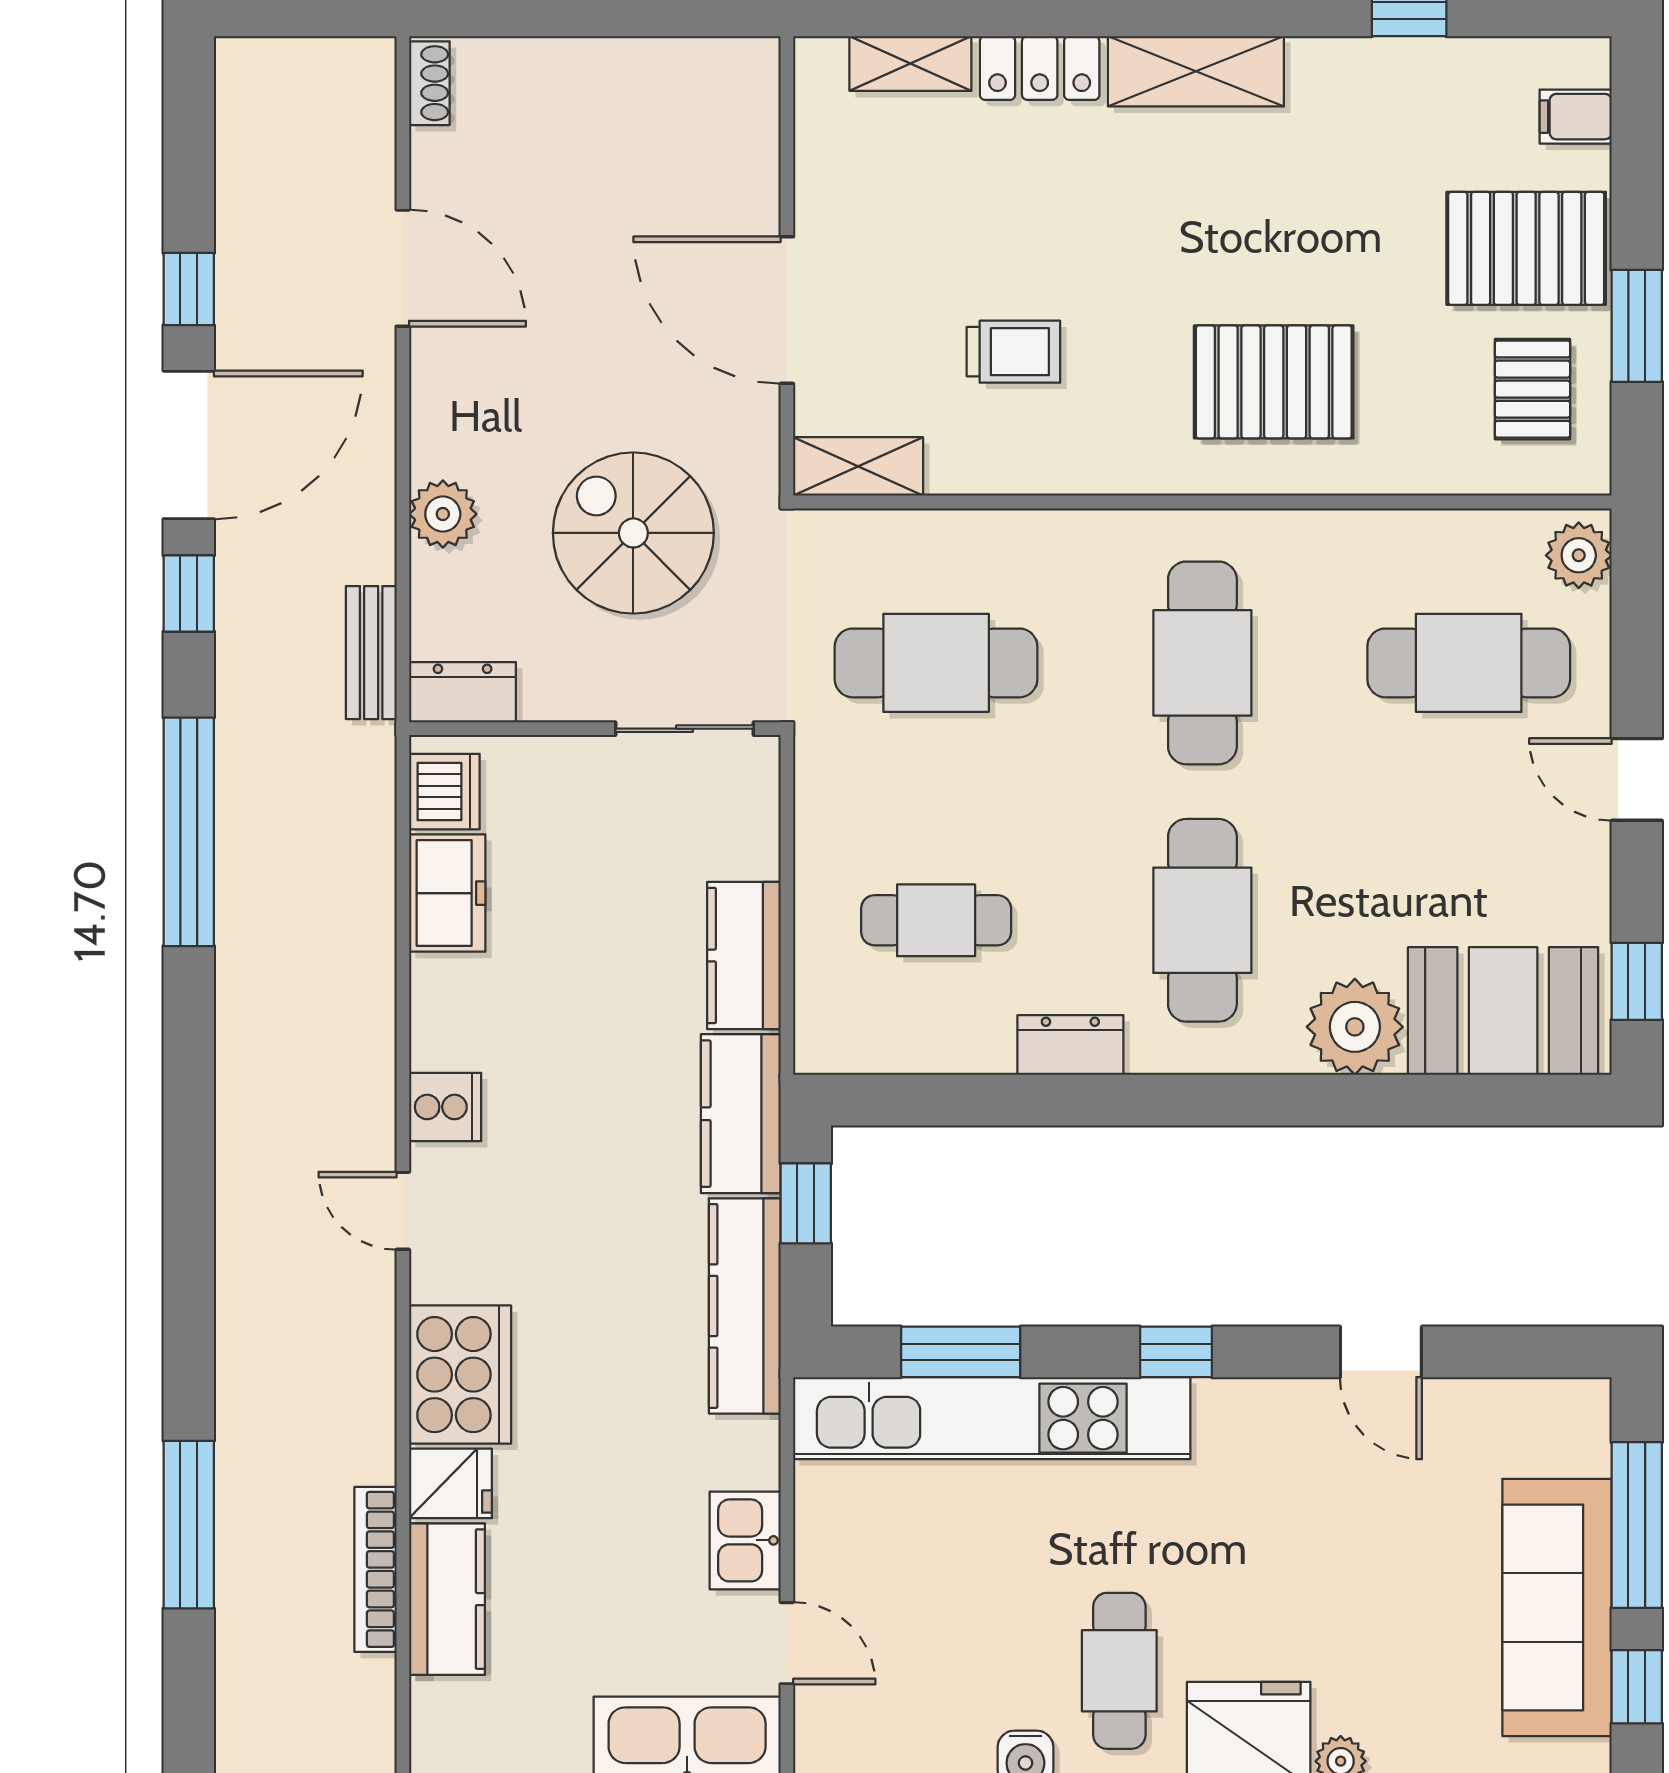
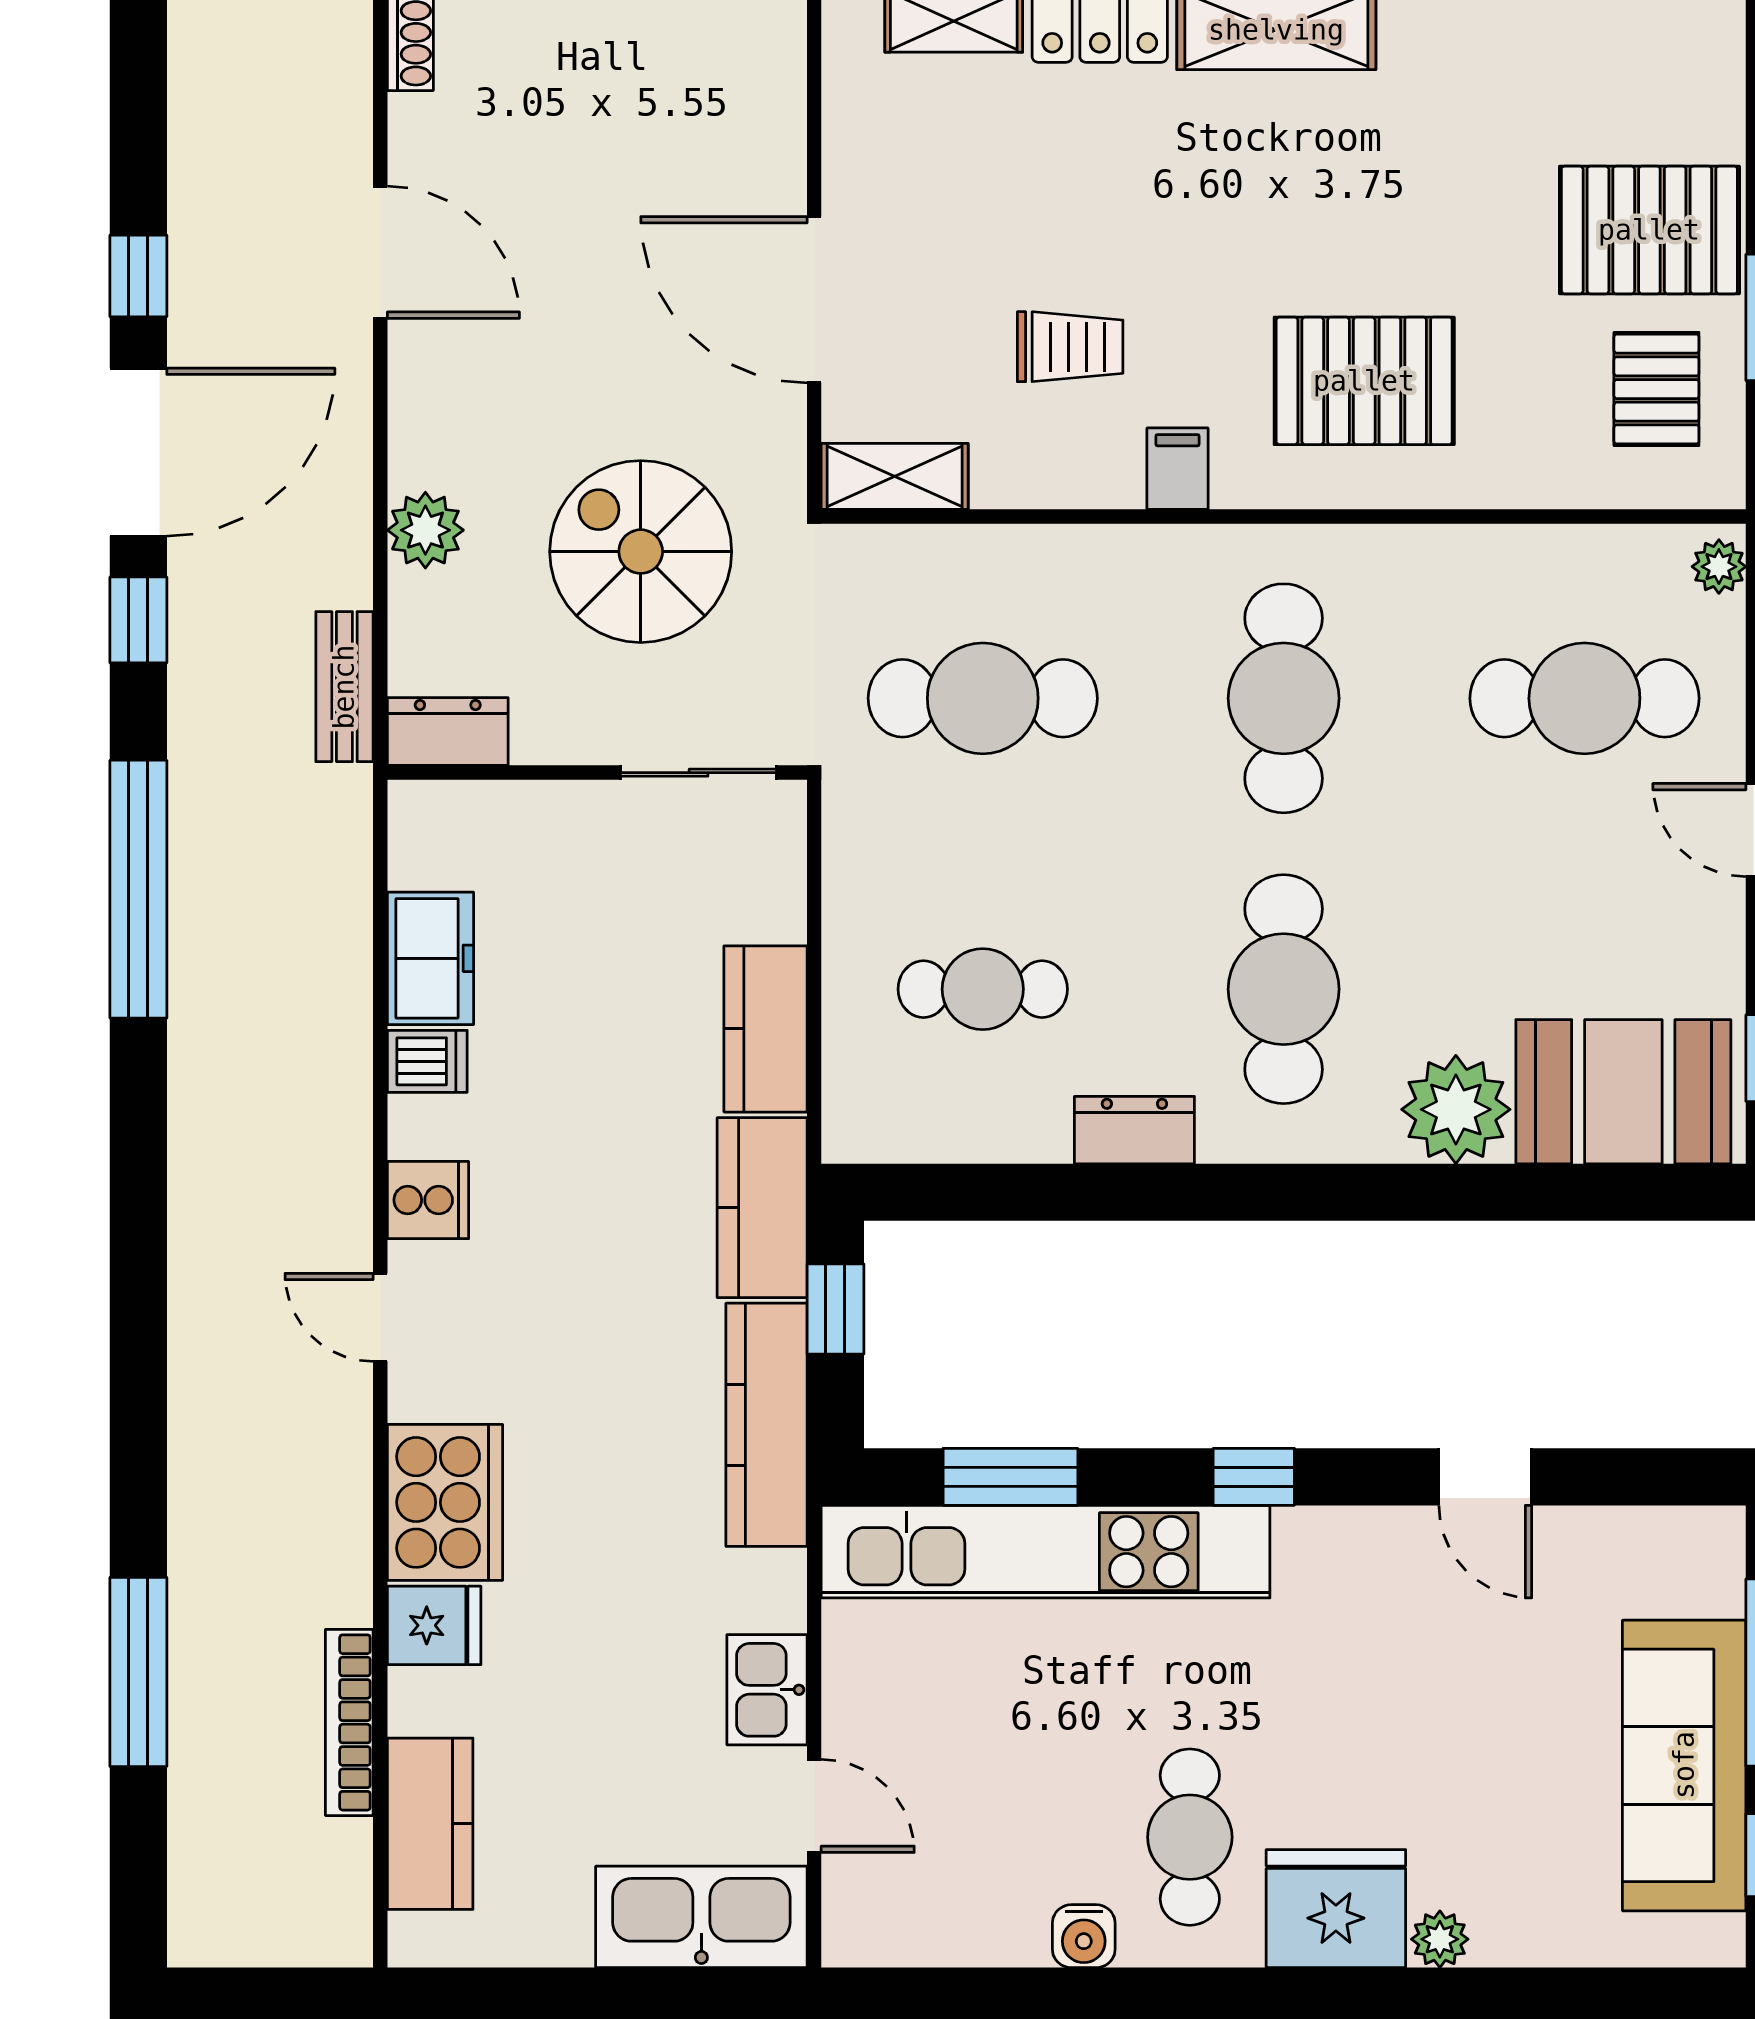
filing cabinet: (1576, 117) -> (1178, 469), moved, turned 90
plant: (1579, 555) -> (1719, 567), width x0.73, depth x0.73
dishwasher: (444, 792) -> (427, 1061), moved, width x0.73
kitchen counter: (447, 1599) -> (430, 1824), moved

